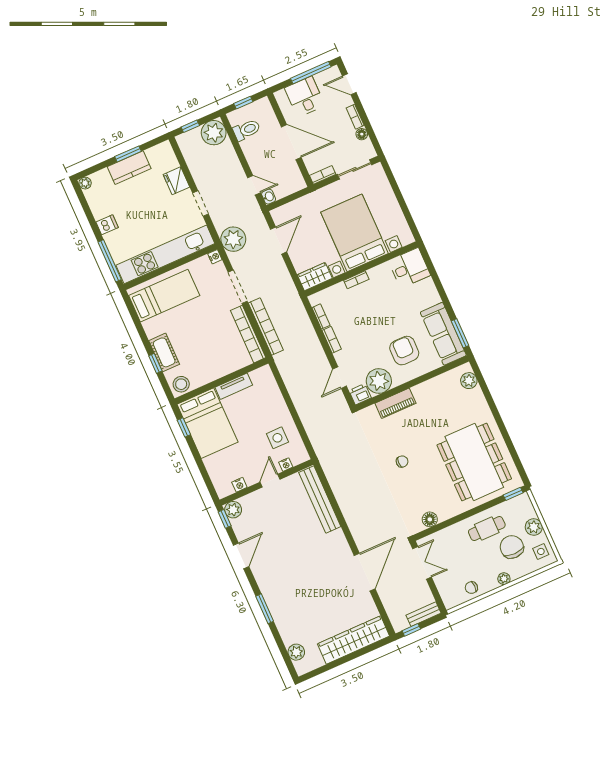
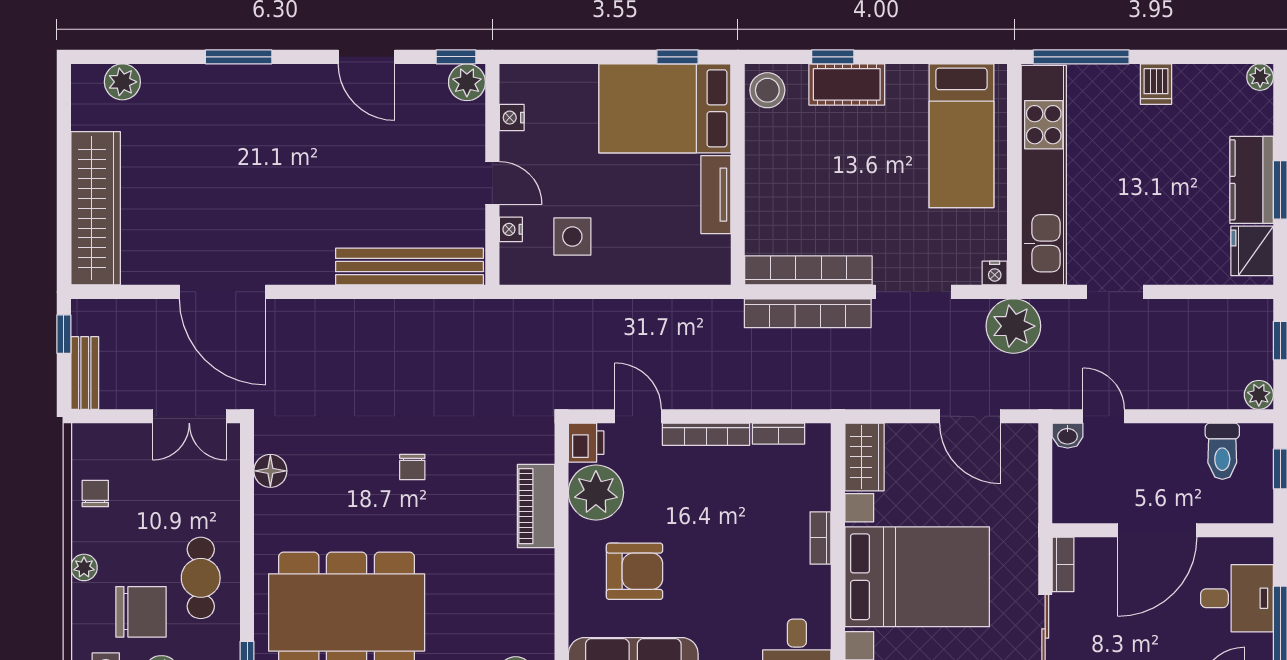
plant: (214, 133) -> (1259, 395), width x0.53, depth x0.53
fridge: (176, 181) -> (1252, 251), moved, turned -90
door: (254, 185) -> (1104, 416), swing flipped
bookcase: (332, 340) -> (706, 434), width x1.56

